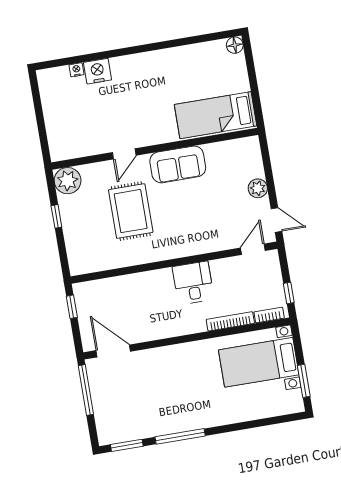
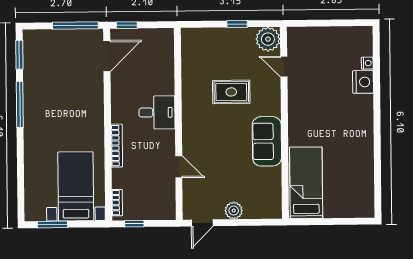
floor lamp: (235, 45) -> (367, 210), removed
door: (124, 154) -> (284, 67), moved
rug: (131, 211) -> (231, 92), width x0.73, depth x0.70
door: (253, 249) -> (179, 167), moved
desk: (193, 283) -> (157, 112), moved
window: (72, 307) -> (127, 25), moved
bookcase: (230, 321) -> (117, 146), moved

